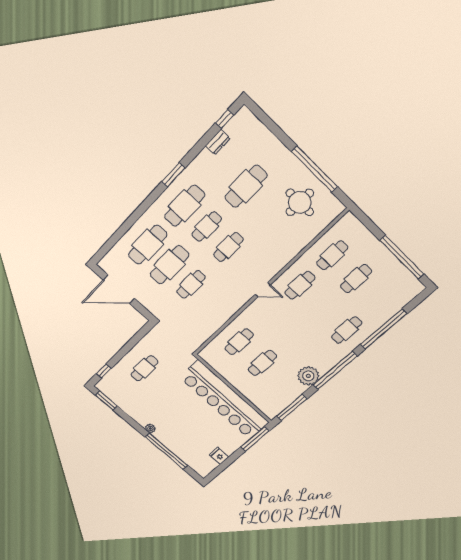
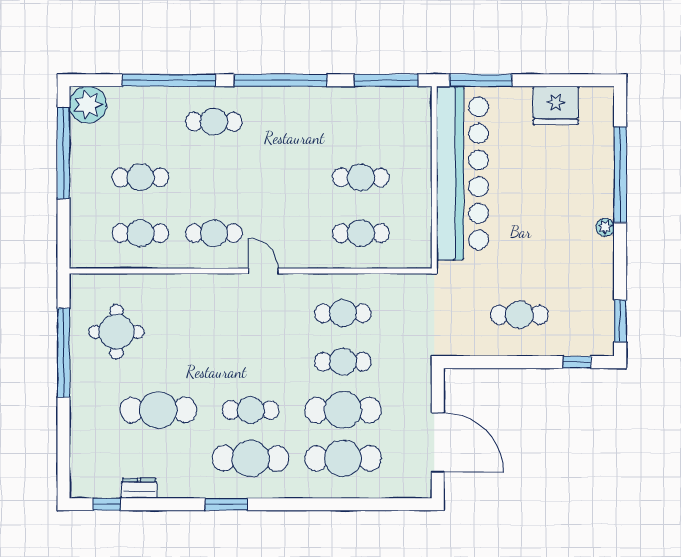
cafe table: (228, 247) -> (343, 313), moved
plant: (308, 376) -> (88, 105), moved
fridge: (219, 456) -> (556, 105), width x1.88, depth x1.34

